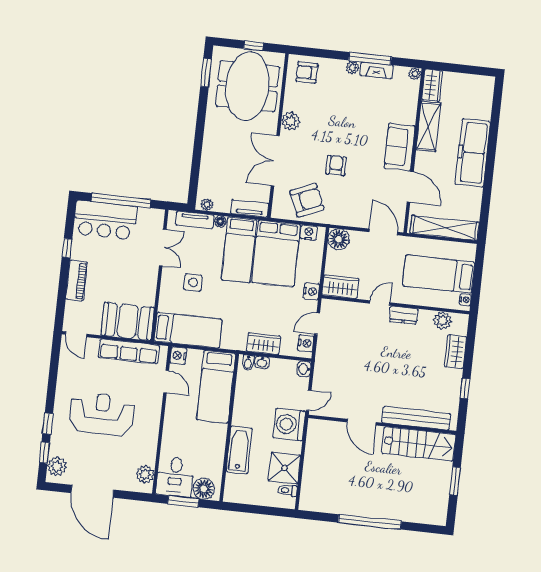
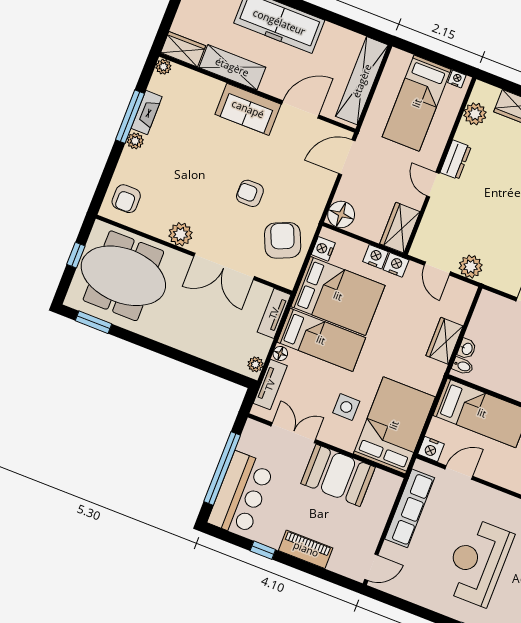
booth: (128, 321) -> (338, 475), moved, turned 90
bed: (188, 330) -> (394, 425), width x1.50
nightstand: (306, 343) -> (375, 257), moved
plant: (325, 348) -> (471, 267), added
washbasin: (304, 369) -> (489, 299), removed

